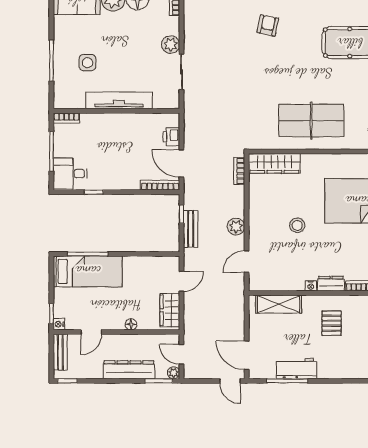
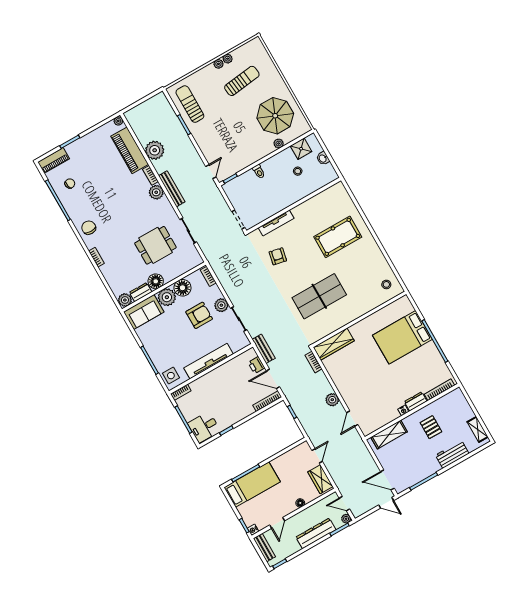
armchair: (138, 41) -> (199, 315), added
side table: (88, 63) -> (171, 376), moved
table tennis table: (311, 121) -> (319, 296), moved
stool: (297, 225) -> (372, 376), removed
bench: (191, 229) -> (264, 349), moved
workbench: (296, 369) -> (452, 454), moved

